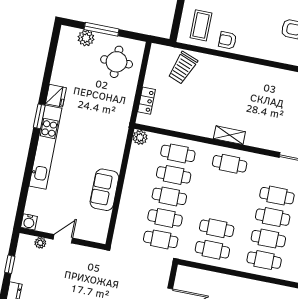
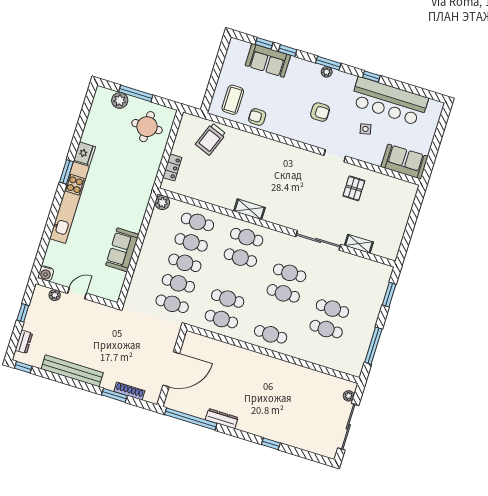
cafe table: (268, 239) -> (240, 258), moved

